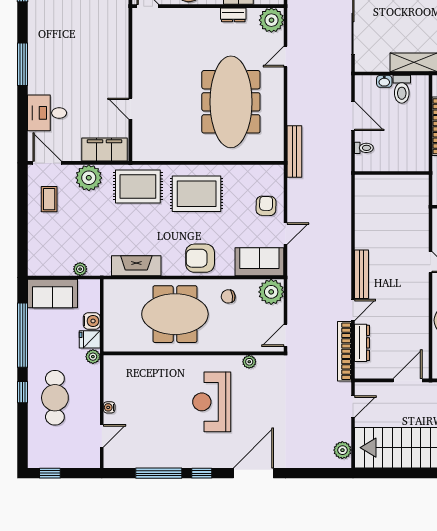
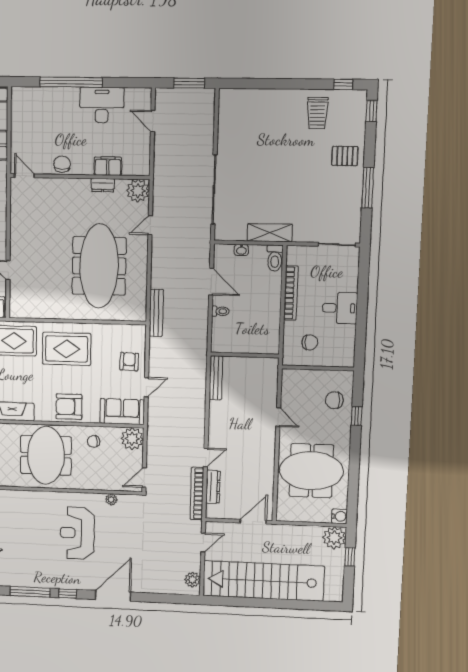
toilet: (402, 89) -> (275, 258), moved
wall: (392, 173) -> (245, 355), moved
bench: (361, 274) -> (216, 378), moved
meeting table: (175, 314) -> (46, 455), turned 90

